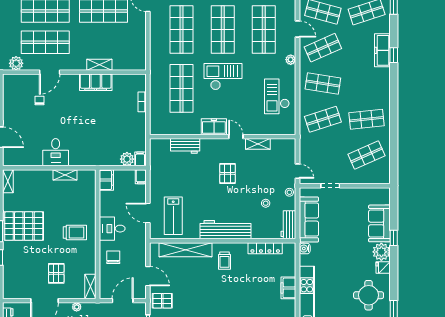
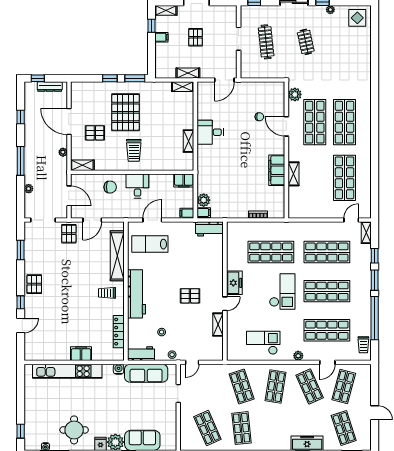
workbench: (185, 146) -> (209, 229), moved, turned -90
pallet: (24, 226) -> (126, 112), moved

